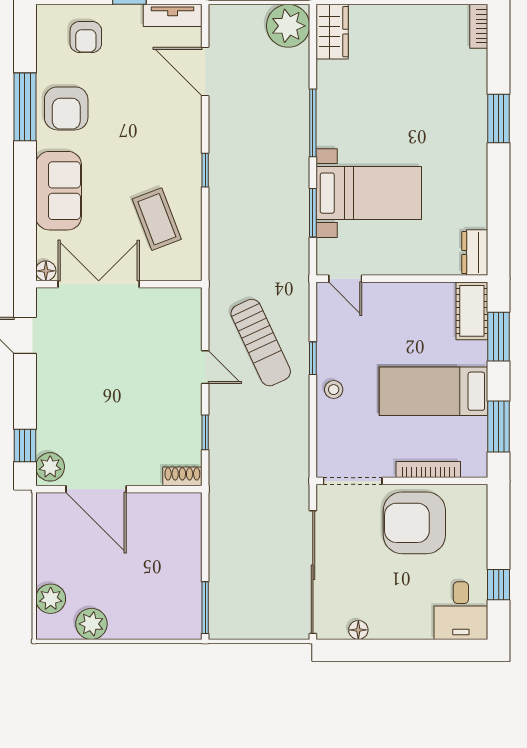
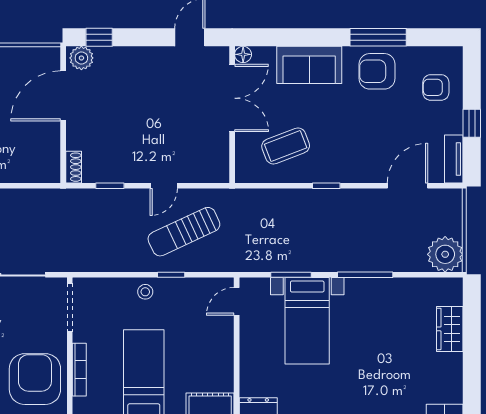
wardrobe: (332, 32) -> (450, 329), moved, turned 90
armchair: (414, 523) -> (35, 379), moved

